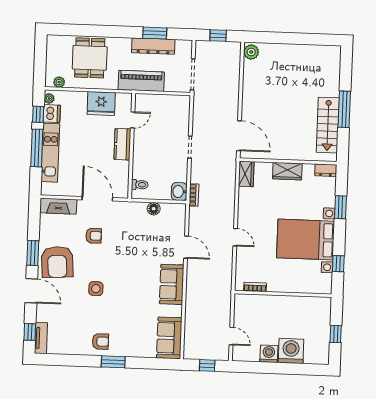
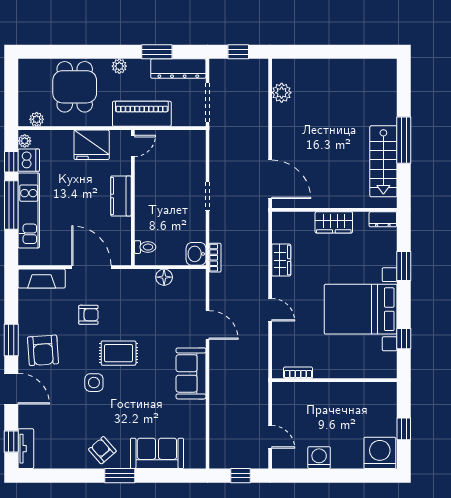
plant: (125, 43) -> (119, 66), added
dresser: (153, 46) -> (178, 69), moved
plant: (251, 52) -> (282, 93), moved
door: (133, 120) -> (133, 146), moved
wardrobe: (246, 174) -> (281, 260), moved
armchair: (57, 262) -> (43, 350), width x0.73, depth x0.73
rug: (116, 266) -> (119, 353), added
sofa: (169, 338) -> (157, 453), moved, turned 90
armchair: (100, 341) -> (102, 450), turned -131
washing machine: (291, 351) -> (380, 453), moved

